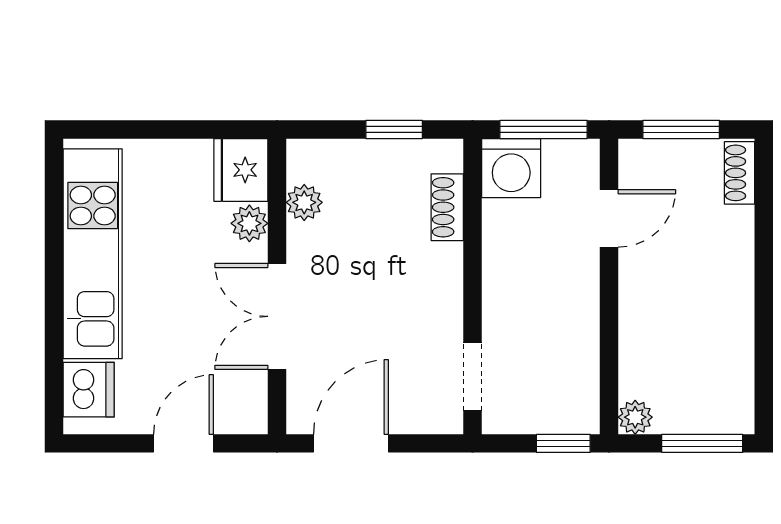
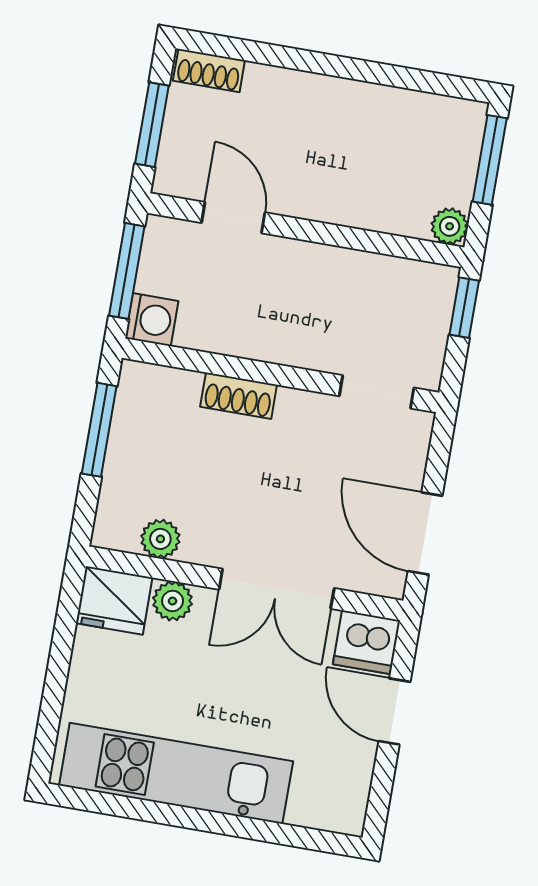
window: (394, 129) -> (99, 430), width x1.50
washing machine: (511, 168) -> (152, 320), width x0.73, depth x0.73
shoe rack: (447, 207) -> (239, 396), moved
dishwasher: (89, 390) -> (367, 642), moved, turned 180

